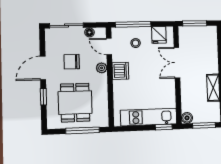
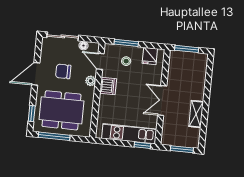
window: (133, 24) -> (126, 43), width x0.69
double door: (177, 63) -> (162, 100), moved
window: (43, 97) -> (32, 114), moved
dining table: (75, 103) -> (61, 110), width x1.38
boiler: (187, 118) -> (166, 140), removed
window: (83, 130) -> (54, 136), moved

